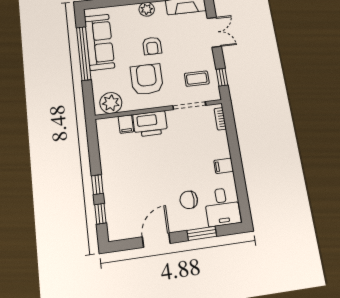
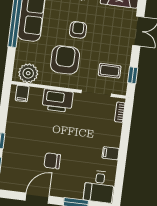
armchair: (152, 46) -> (78, 30), turned 180
filing cabinet: (126, 124) -> (22, 93), moved
chair: (189, 200) -> (52, 161), moved

